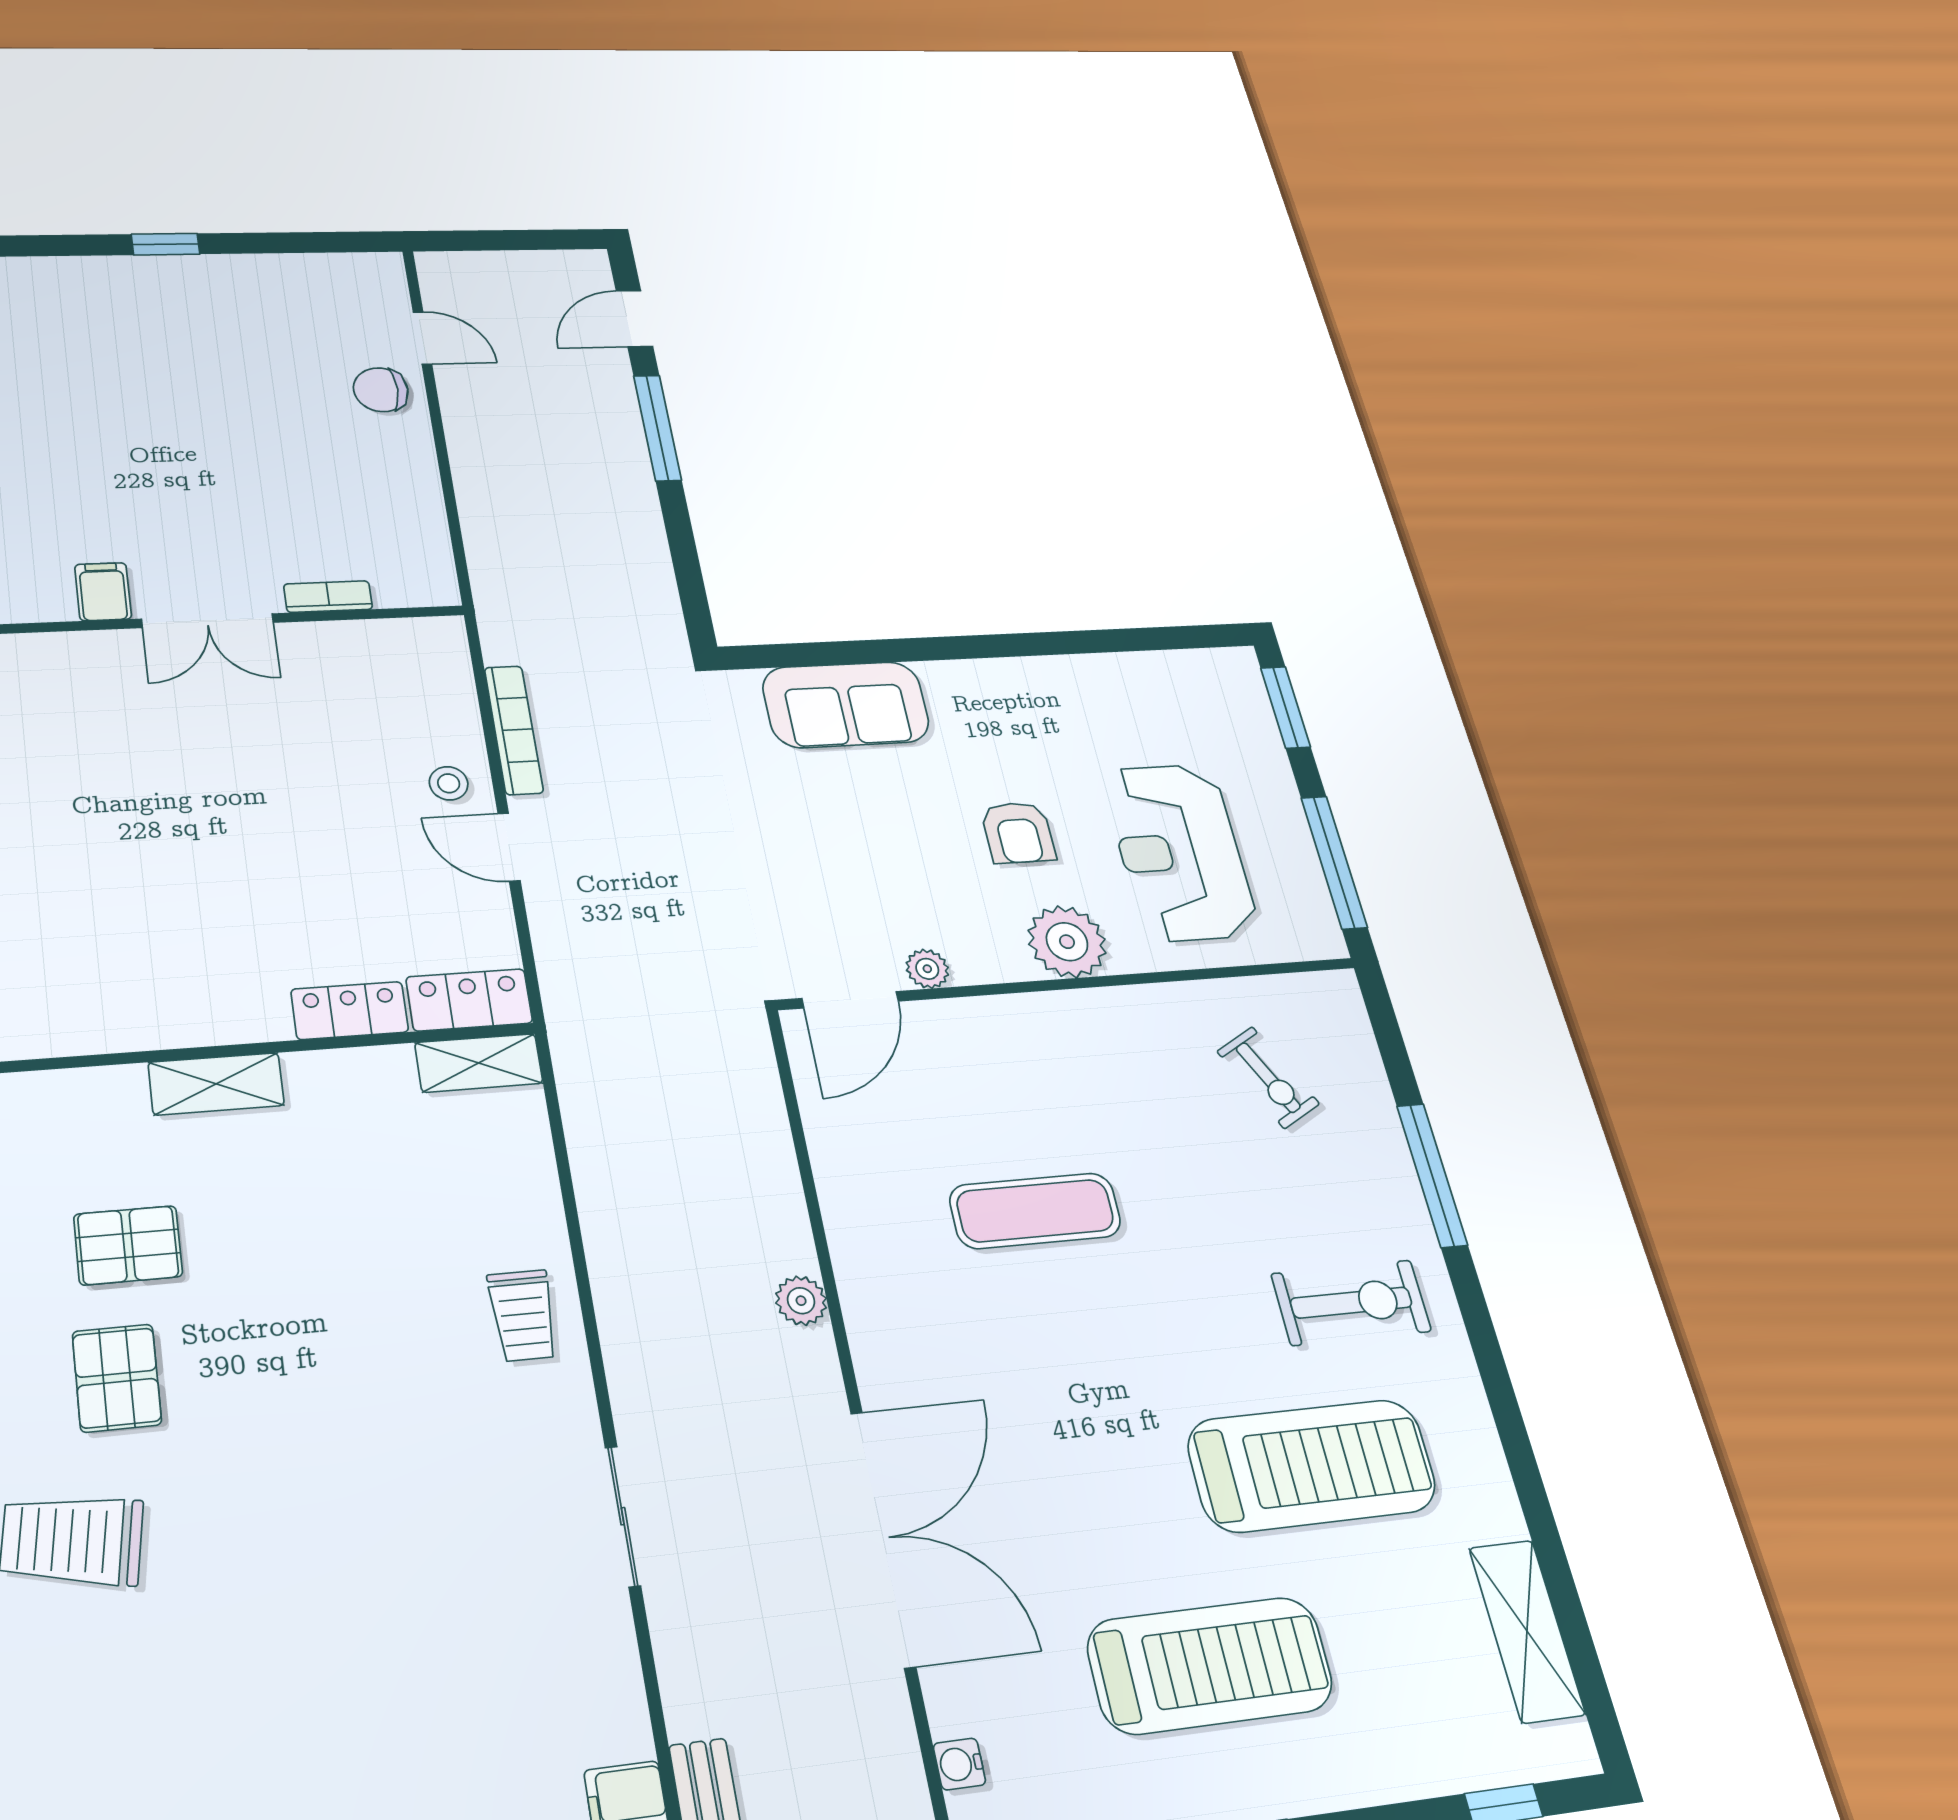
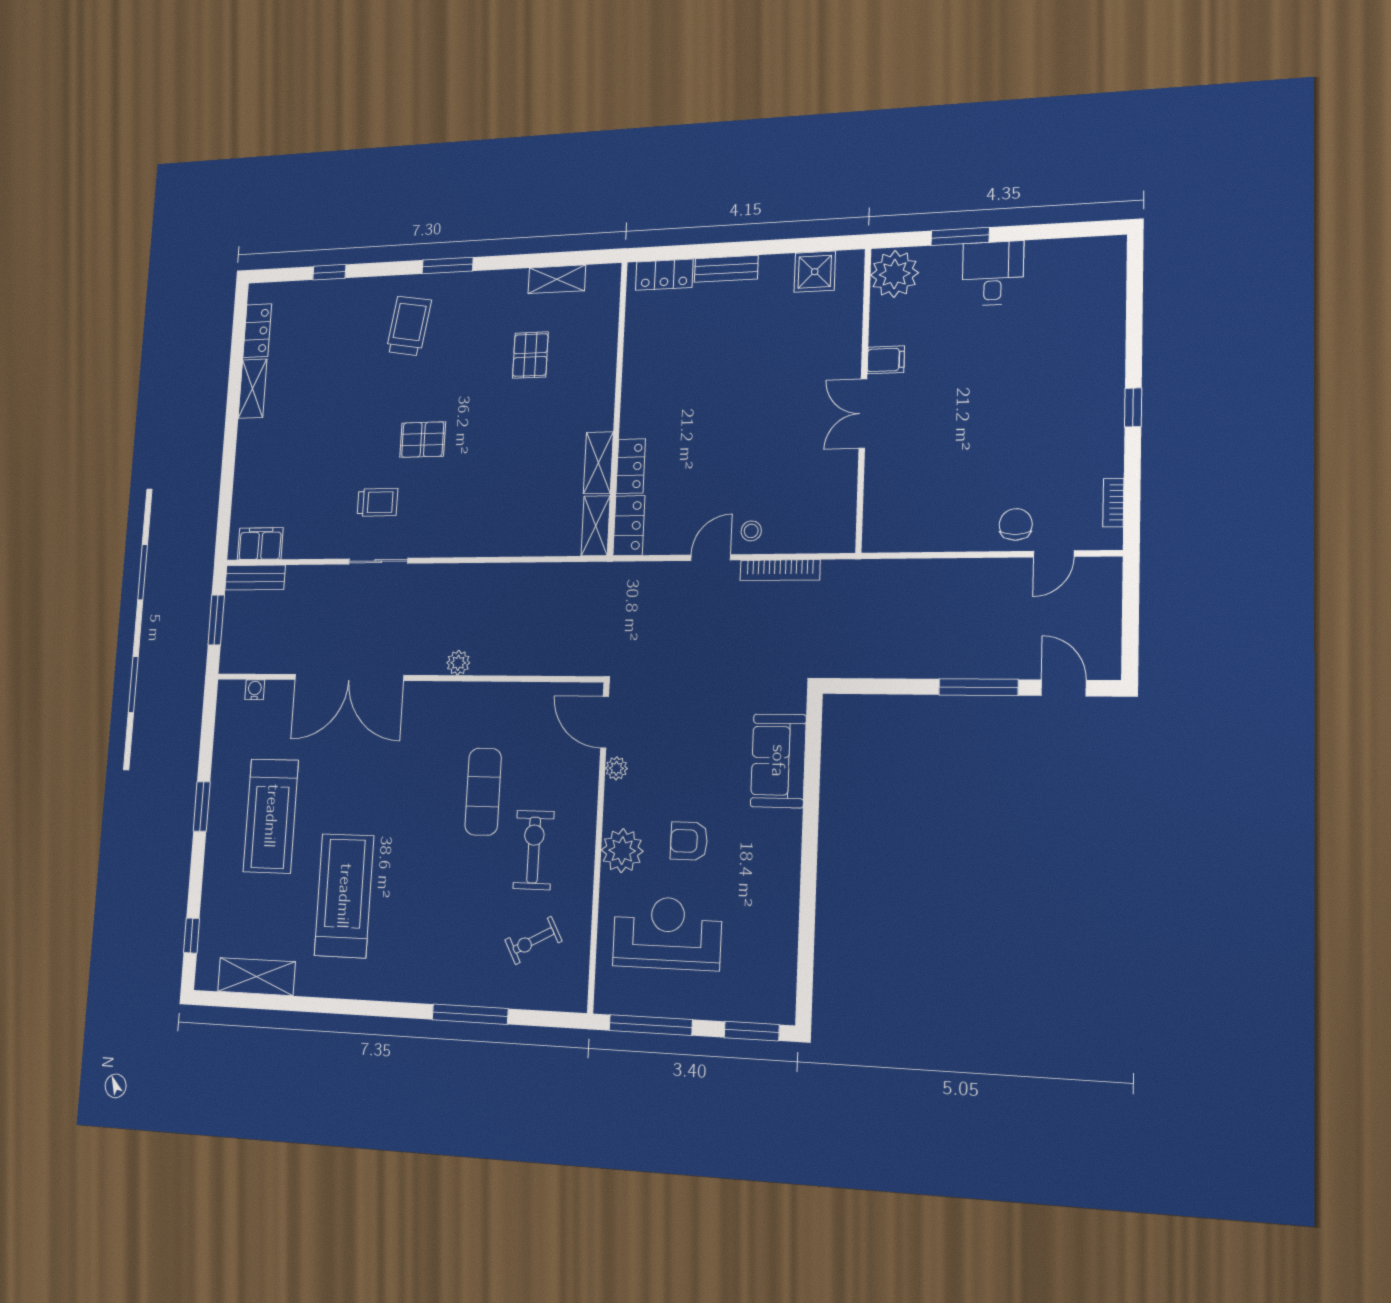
bookcase: (328, 597) -> (1113, 503), moved, turned 180
shelving: (216, 1084) -> (598, 463), moved
exercise bike: (1351, 1303) -> (534, 850), moved, turned 180
trolley: (523, 1316) -> (377, 502), moved, turned 180
pallet: (117, 1378) -> (423, 440), moved
treadmill: (1312, 1466) -> (344, 896), turned 180

